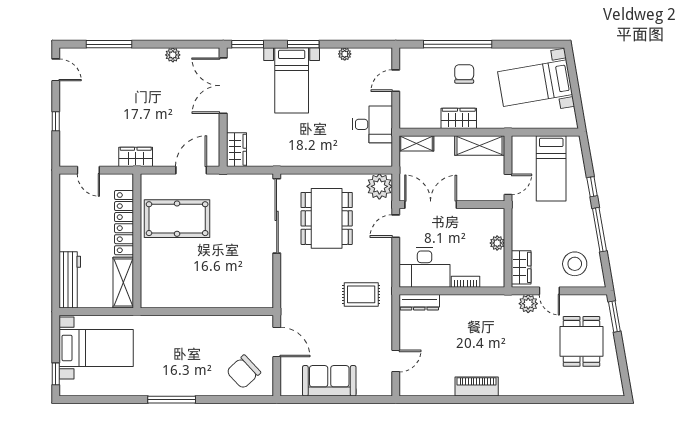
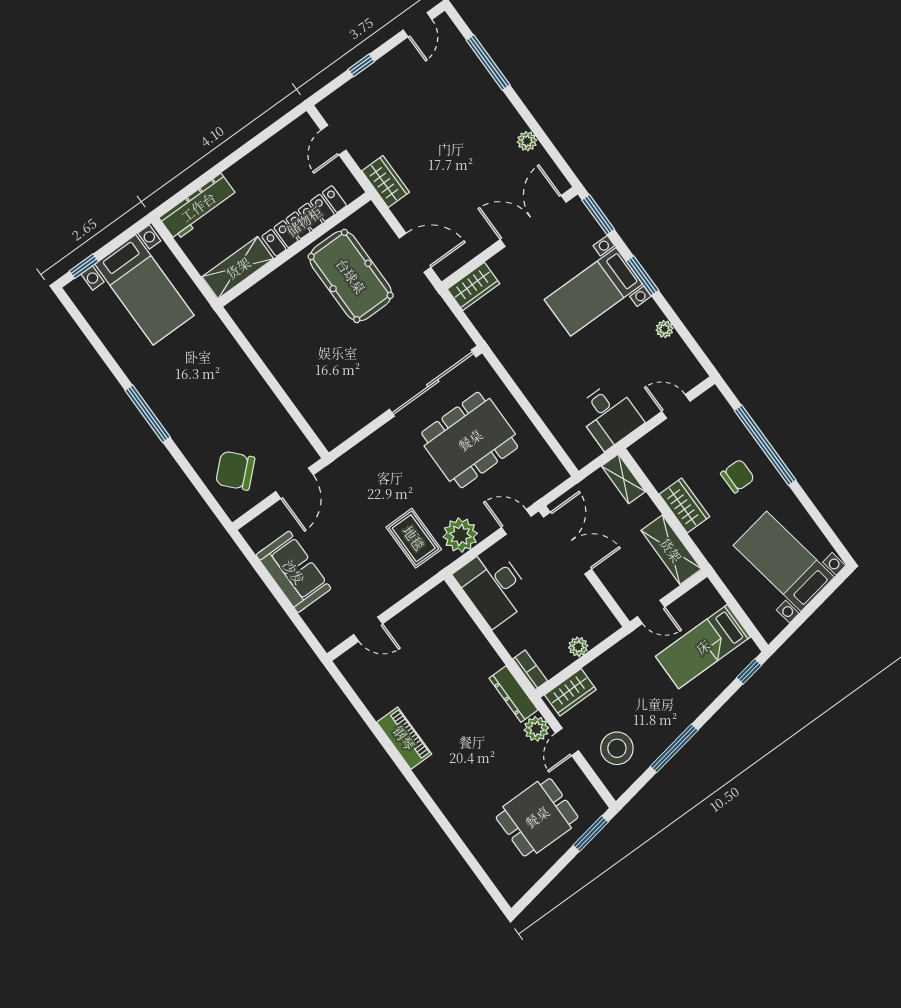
plant: (379, 186) -> (460, 535), moved
window: (592, 187) -> (749, 671), moved
bookcase: (465, 282) -> (530, 670), moved
dresser: (419, 302) -> (513, 694), moved

